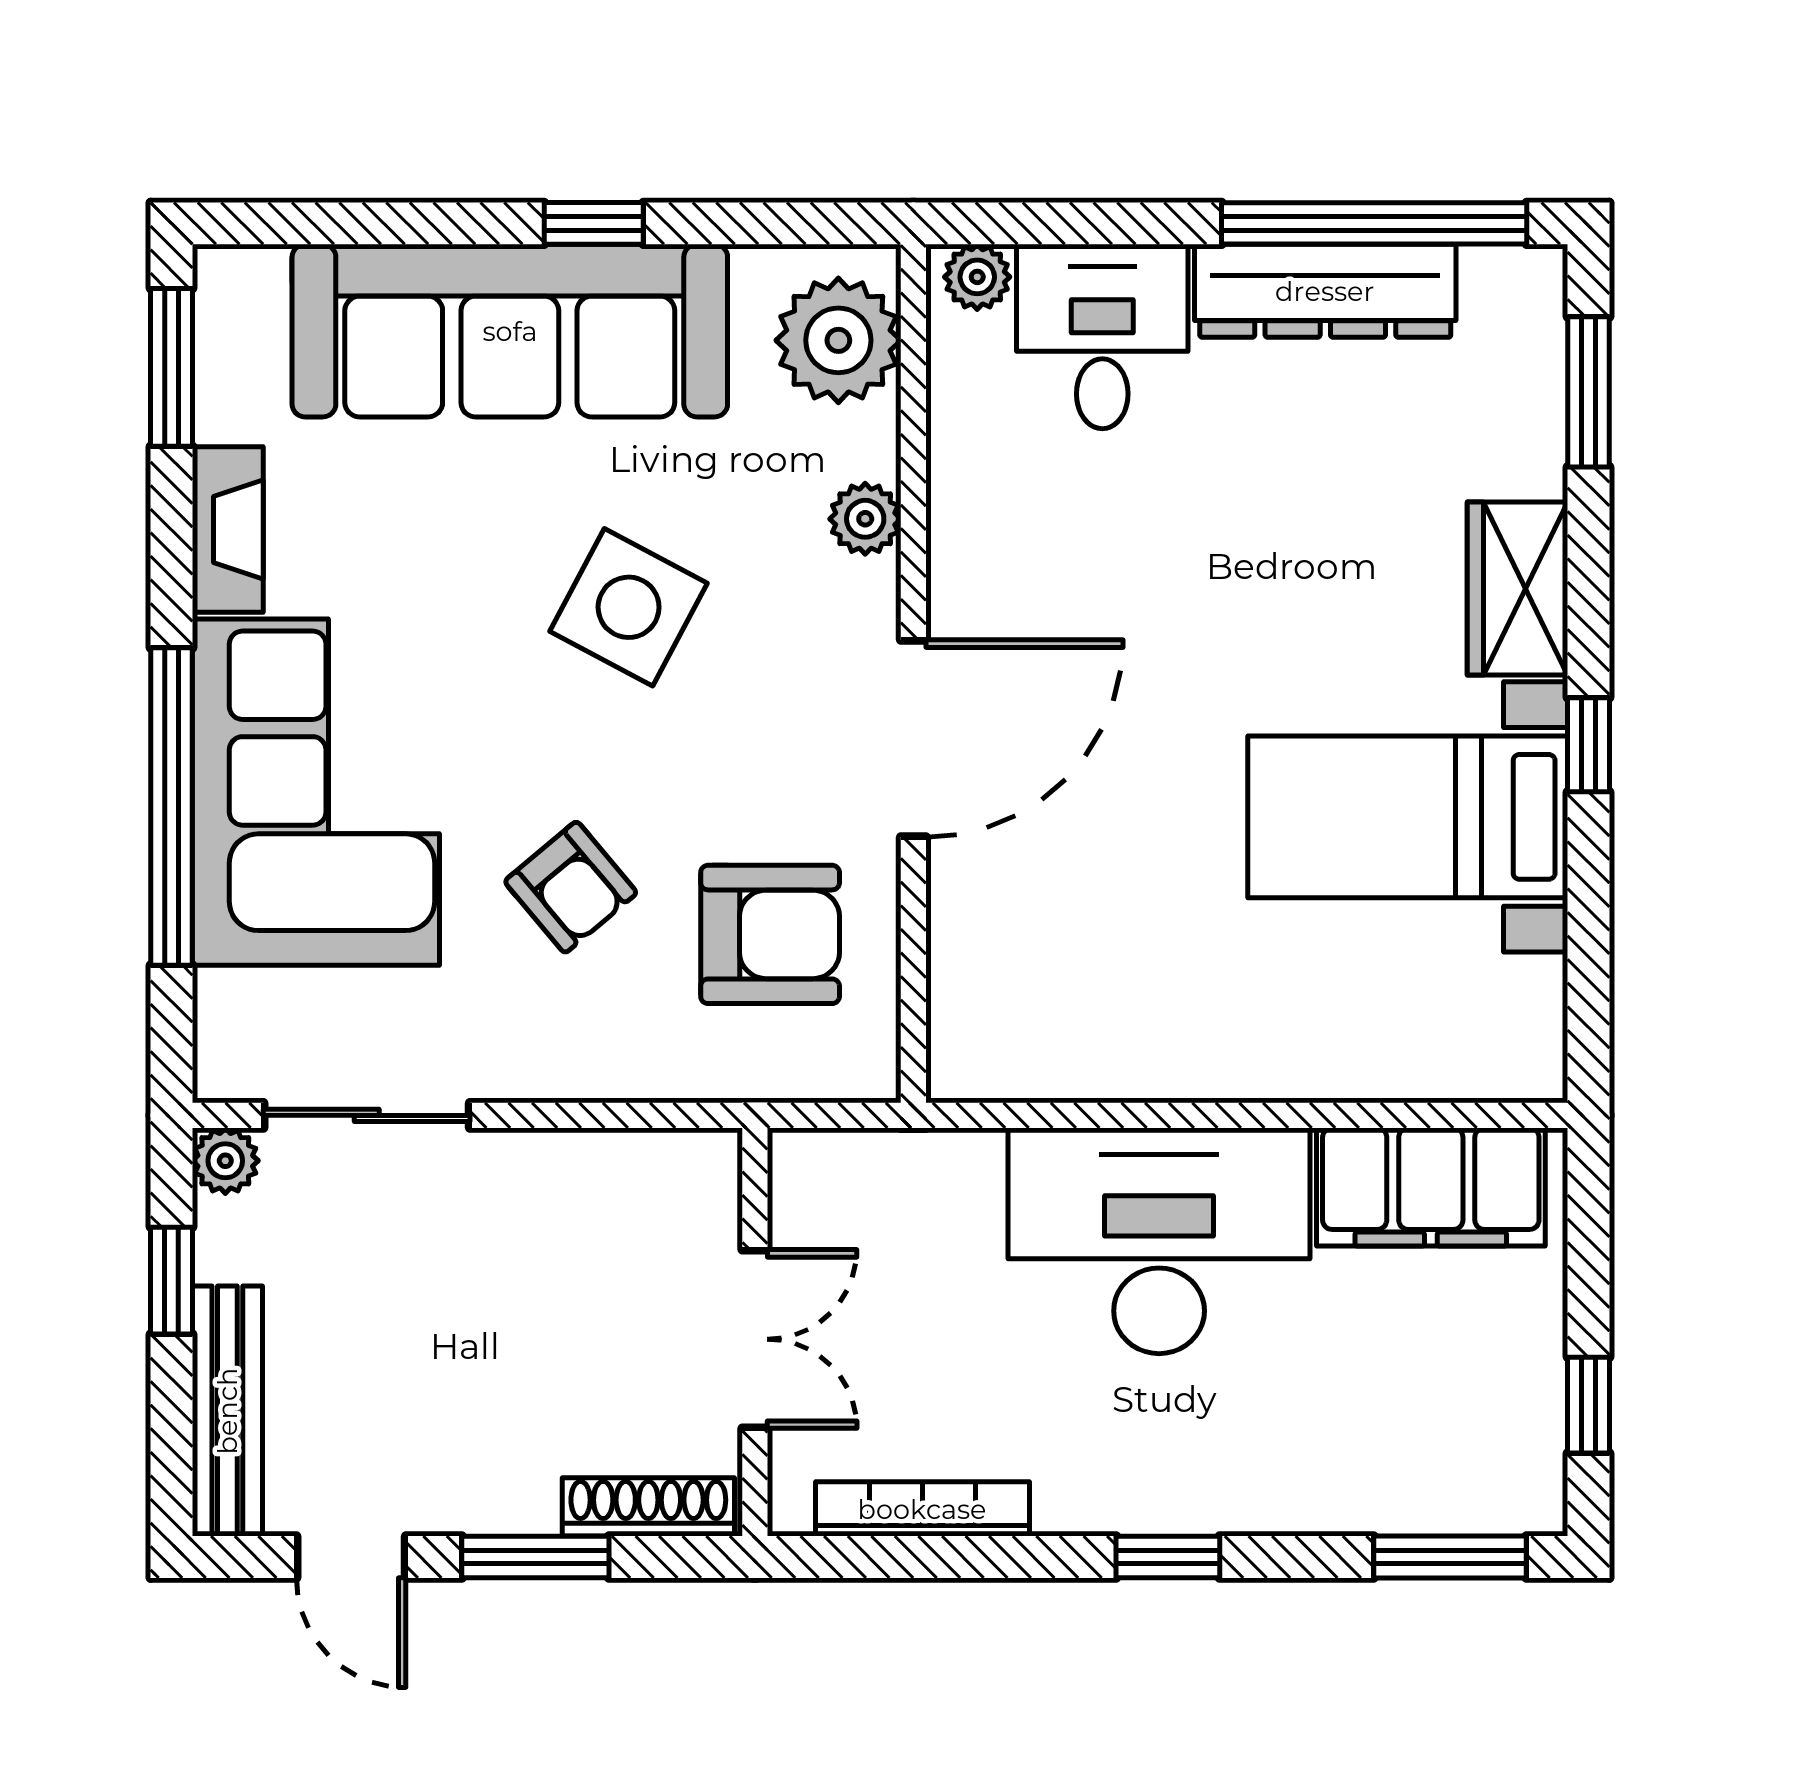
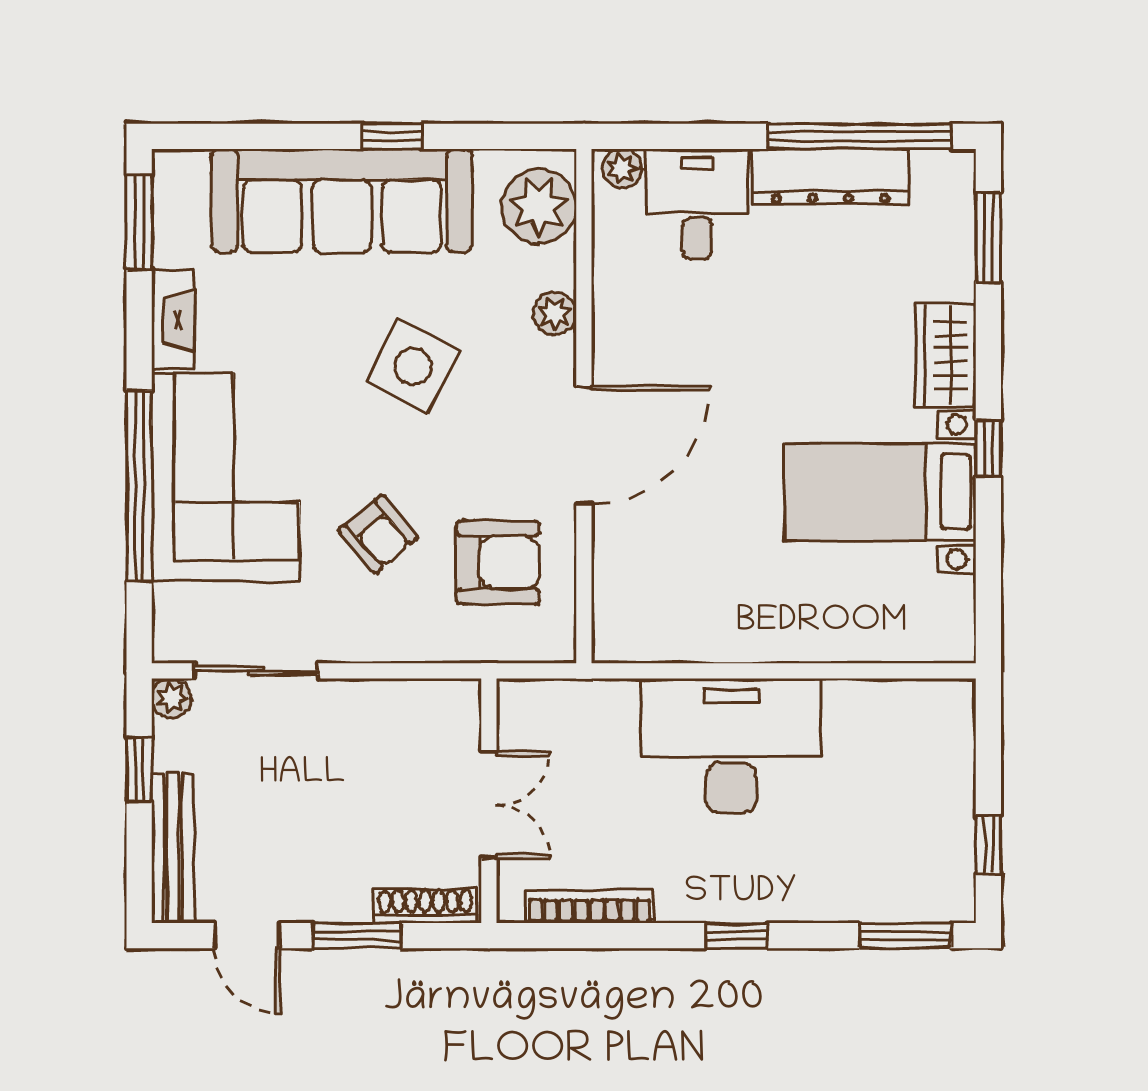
filing cabinet: (1431, 1187) -> (894, 714), removed

